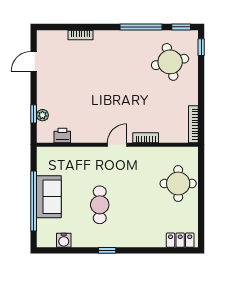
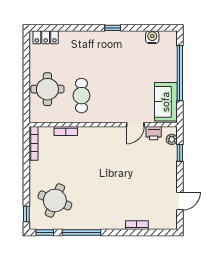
round table: (170, 62) -> (55, 200), turned 35
plant: (42, 115) -> (172, 139), moved
bookcase: (146, 138) -> (66, 131), moved
door: (117, 145) -> (135, 125), moved
sofa: (49, 197) -> (166, 102), moved
cafe table: (100, 205) -> (81, 96), moved

